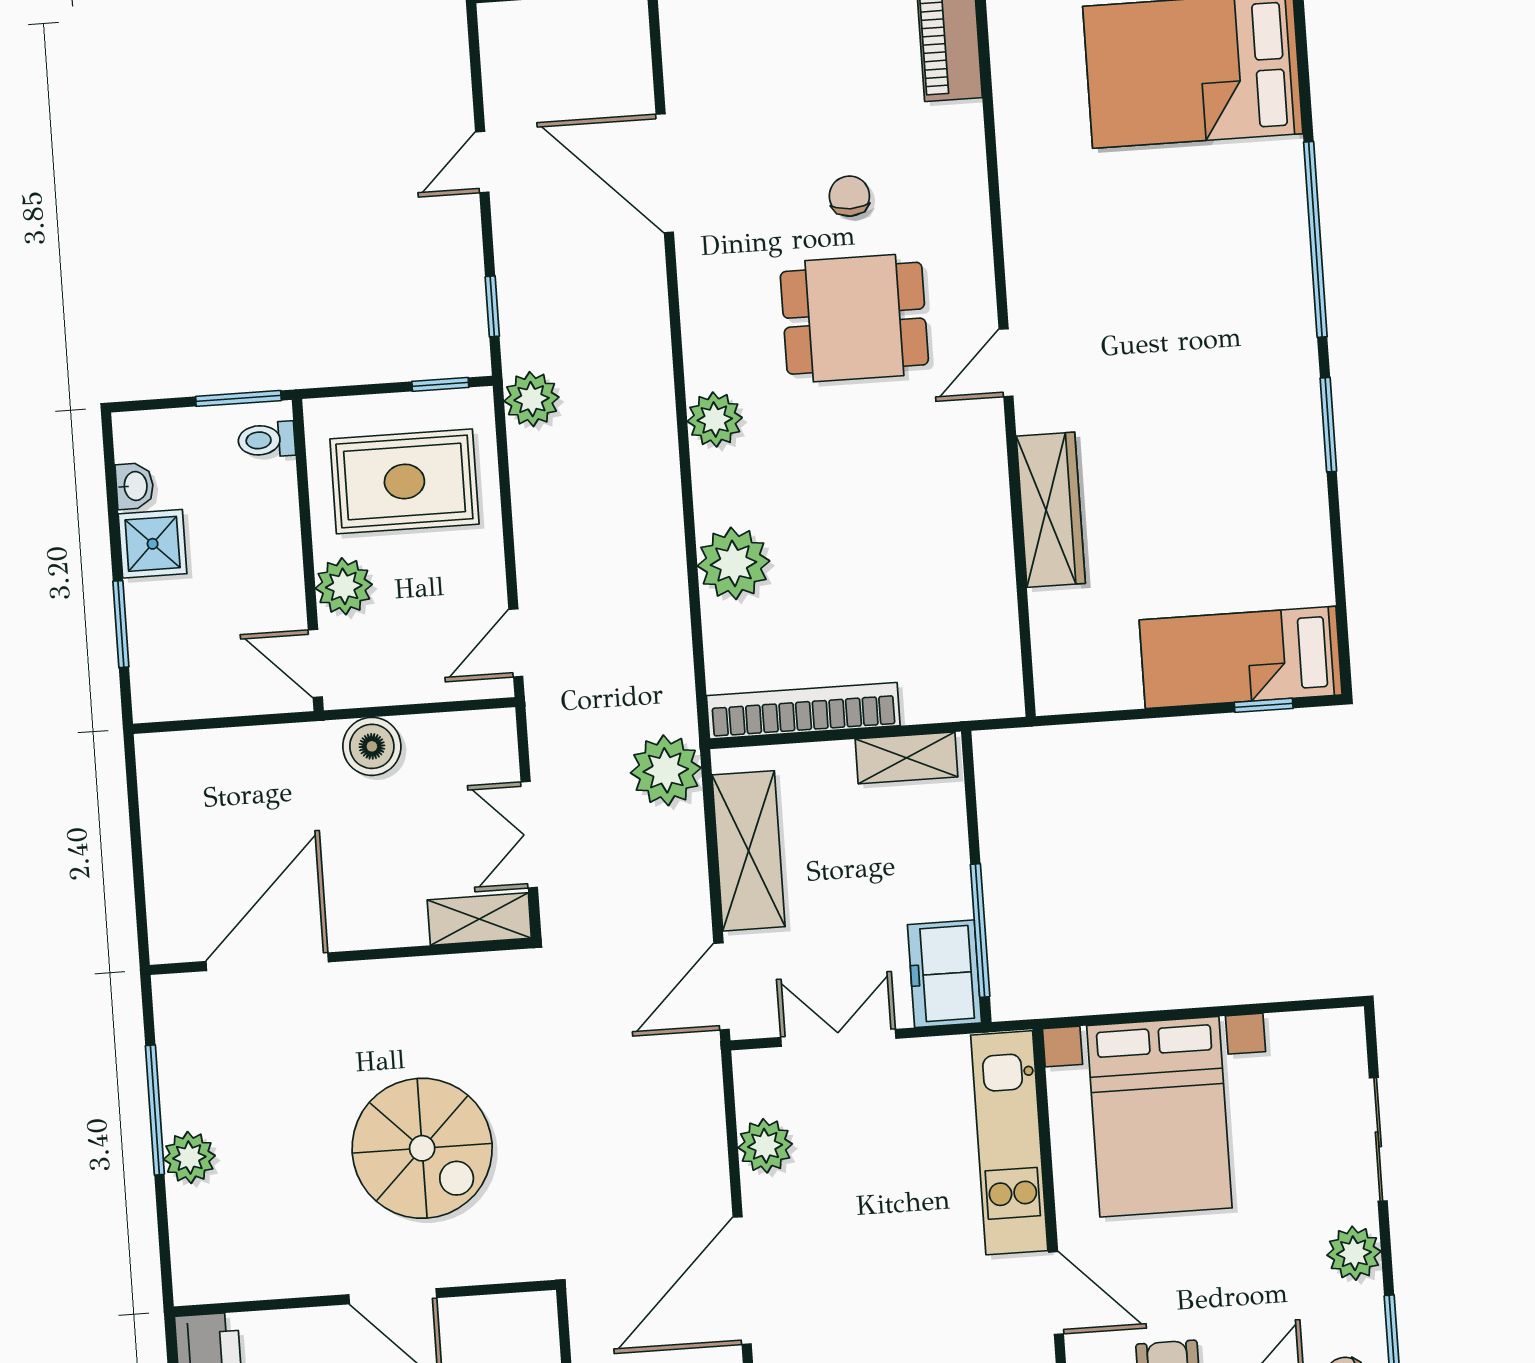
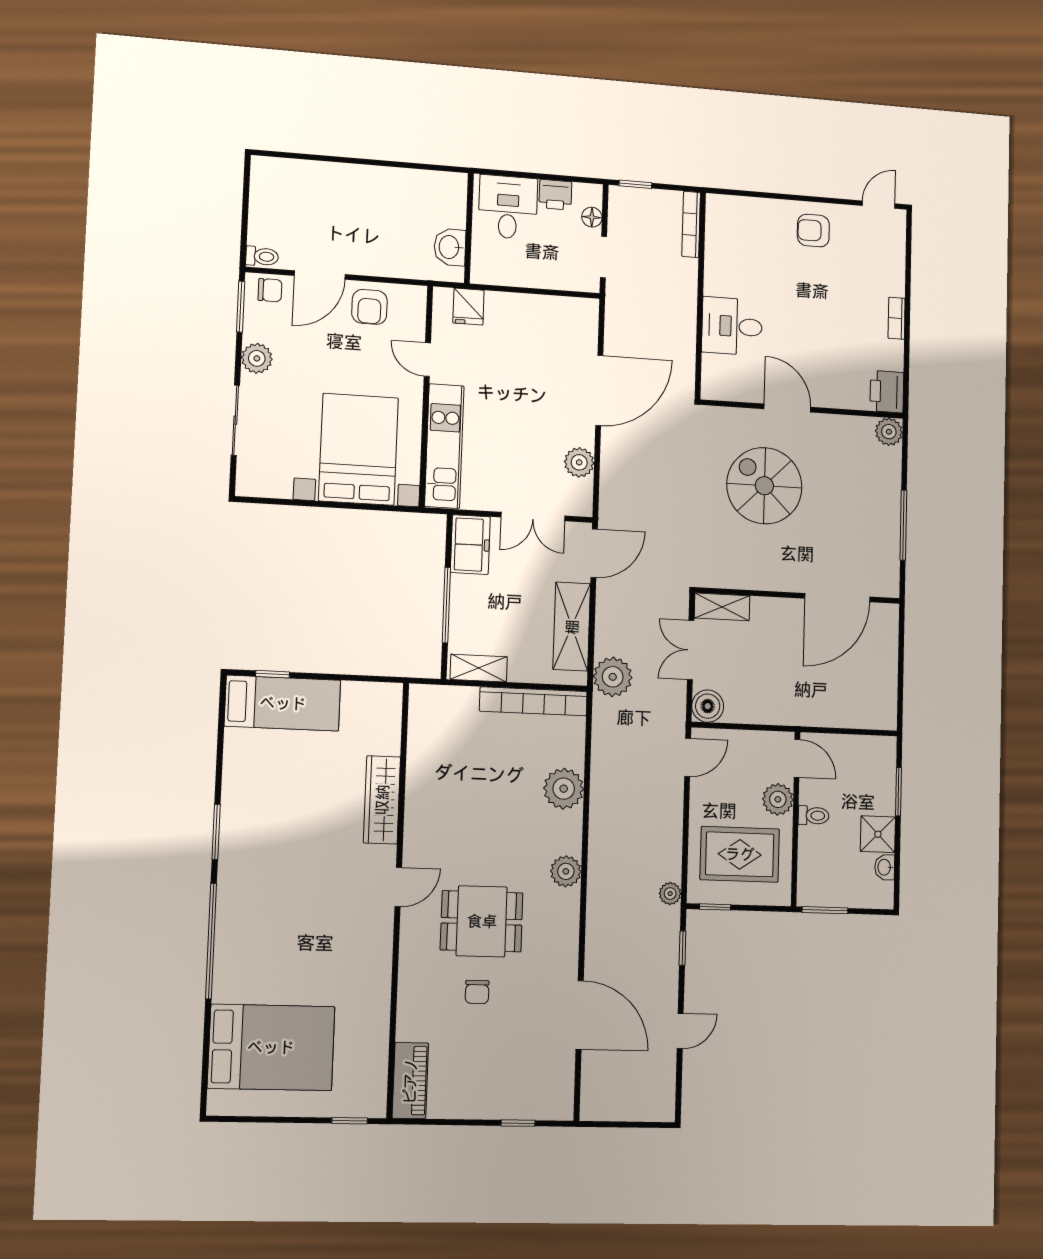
plant: (532, 399) -> (670, 894), width x0.73, depth x0.73
toilet: (266, 440) -> (814, 816), moved
boiler: (372, 746) -> (708, 706), moved
double door: (529, 835) -> (691, 650), swing flipped
window: (980, 930) -> (446, 605), moved
plant: (189, 1157) -> (889, 432), moved
door: (1056, 1293) -> (427, 360), width x0.73

